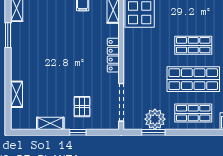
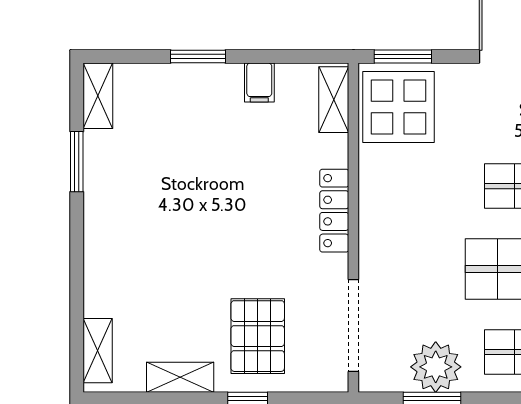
shelving: (17, 94) -> (98, 351), moved
pallet: (82, 107) -> (258, 336), width x1.50, depth x1.42

